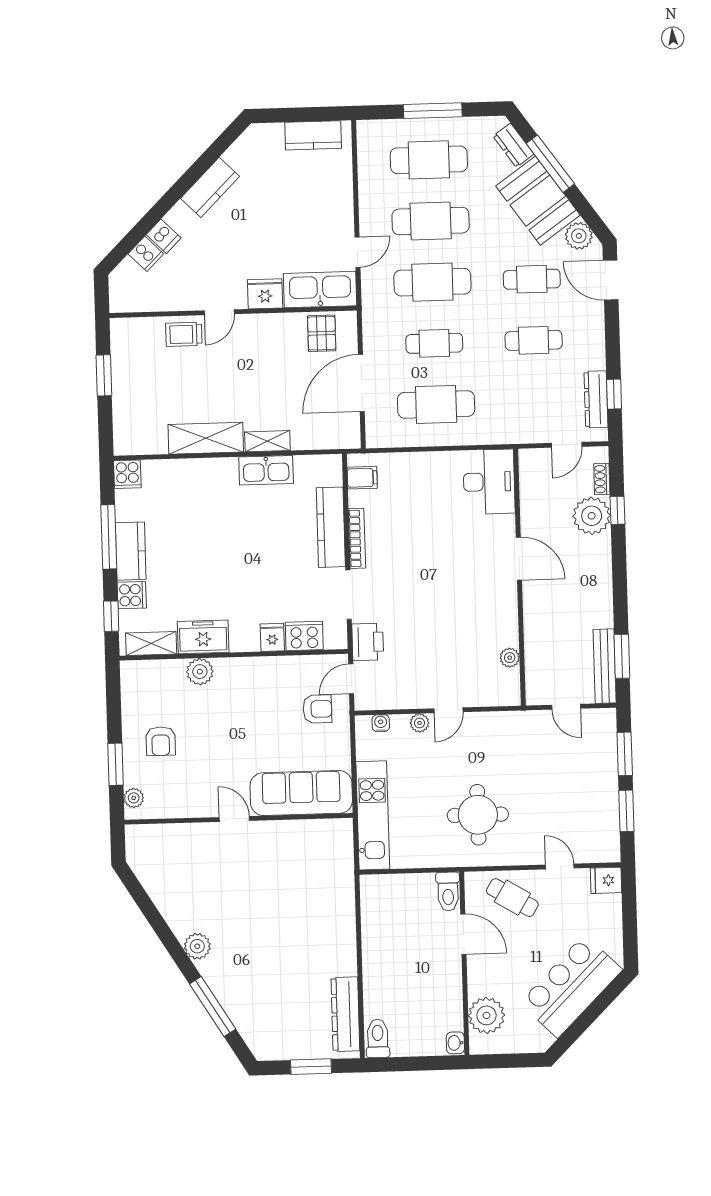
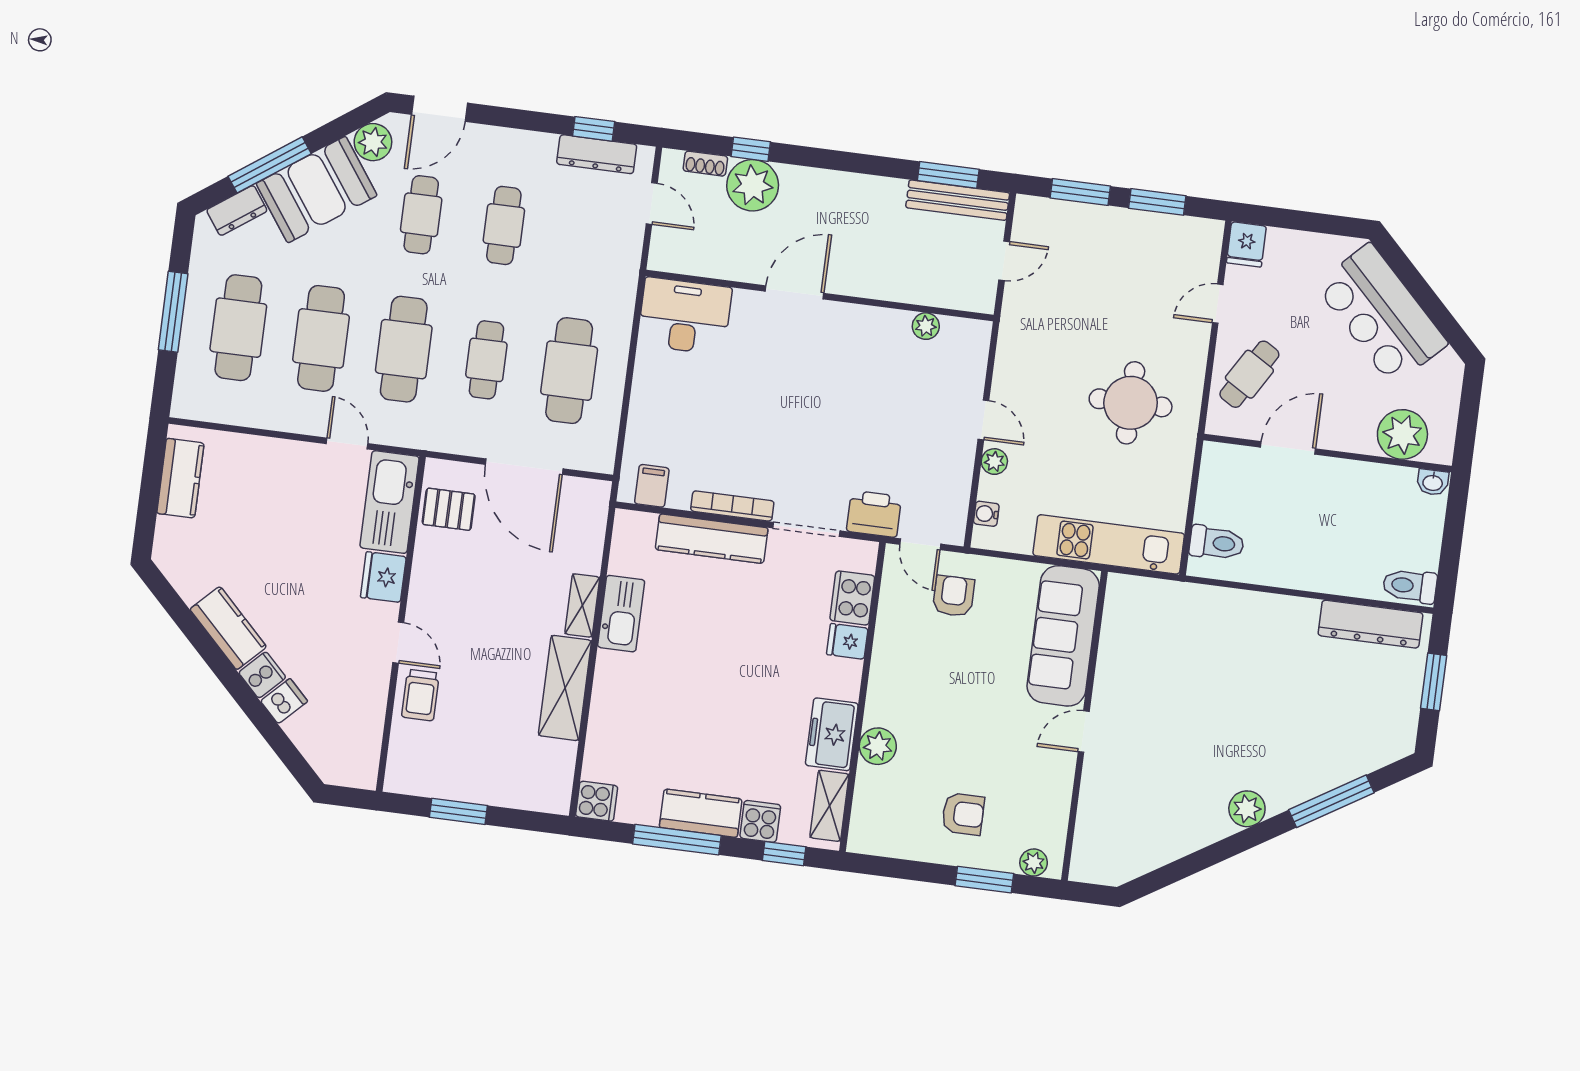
cooker: (146, 254) -> (262, 675), moved
toilet: (448, 892) -> (1217, 543), moved

